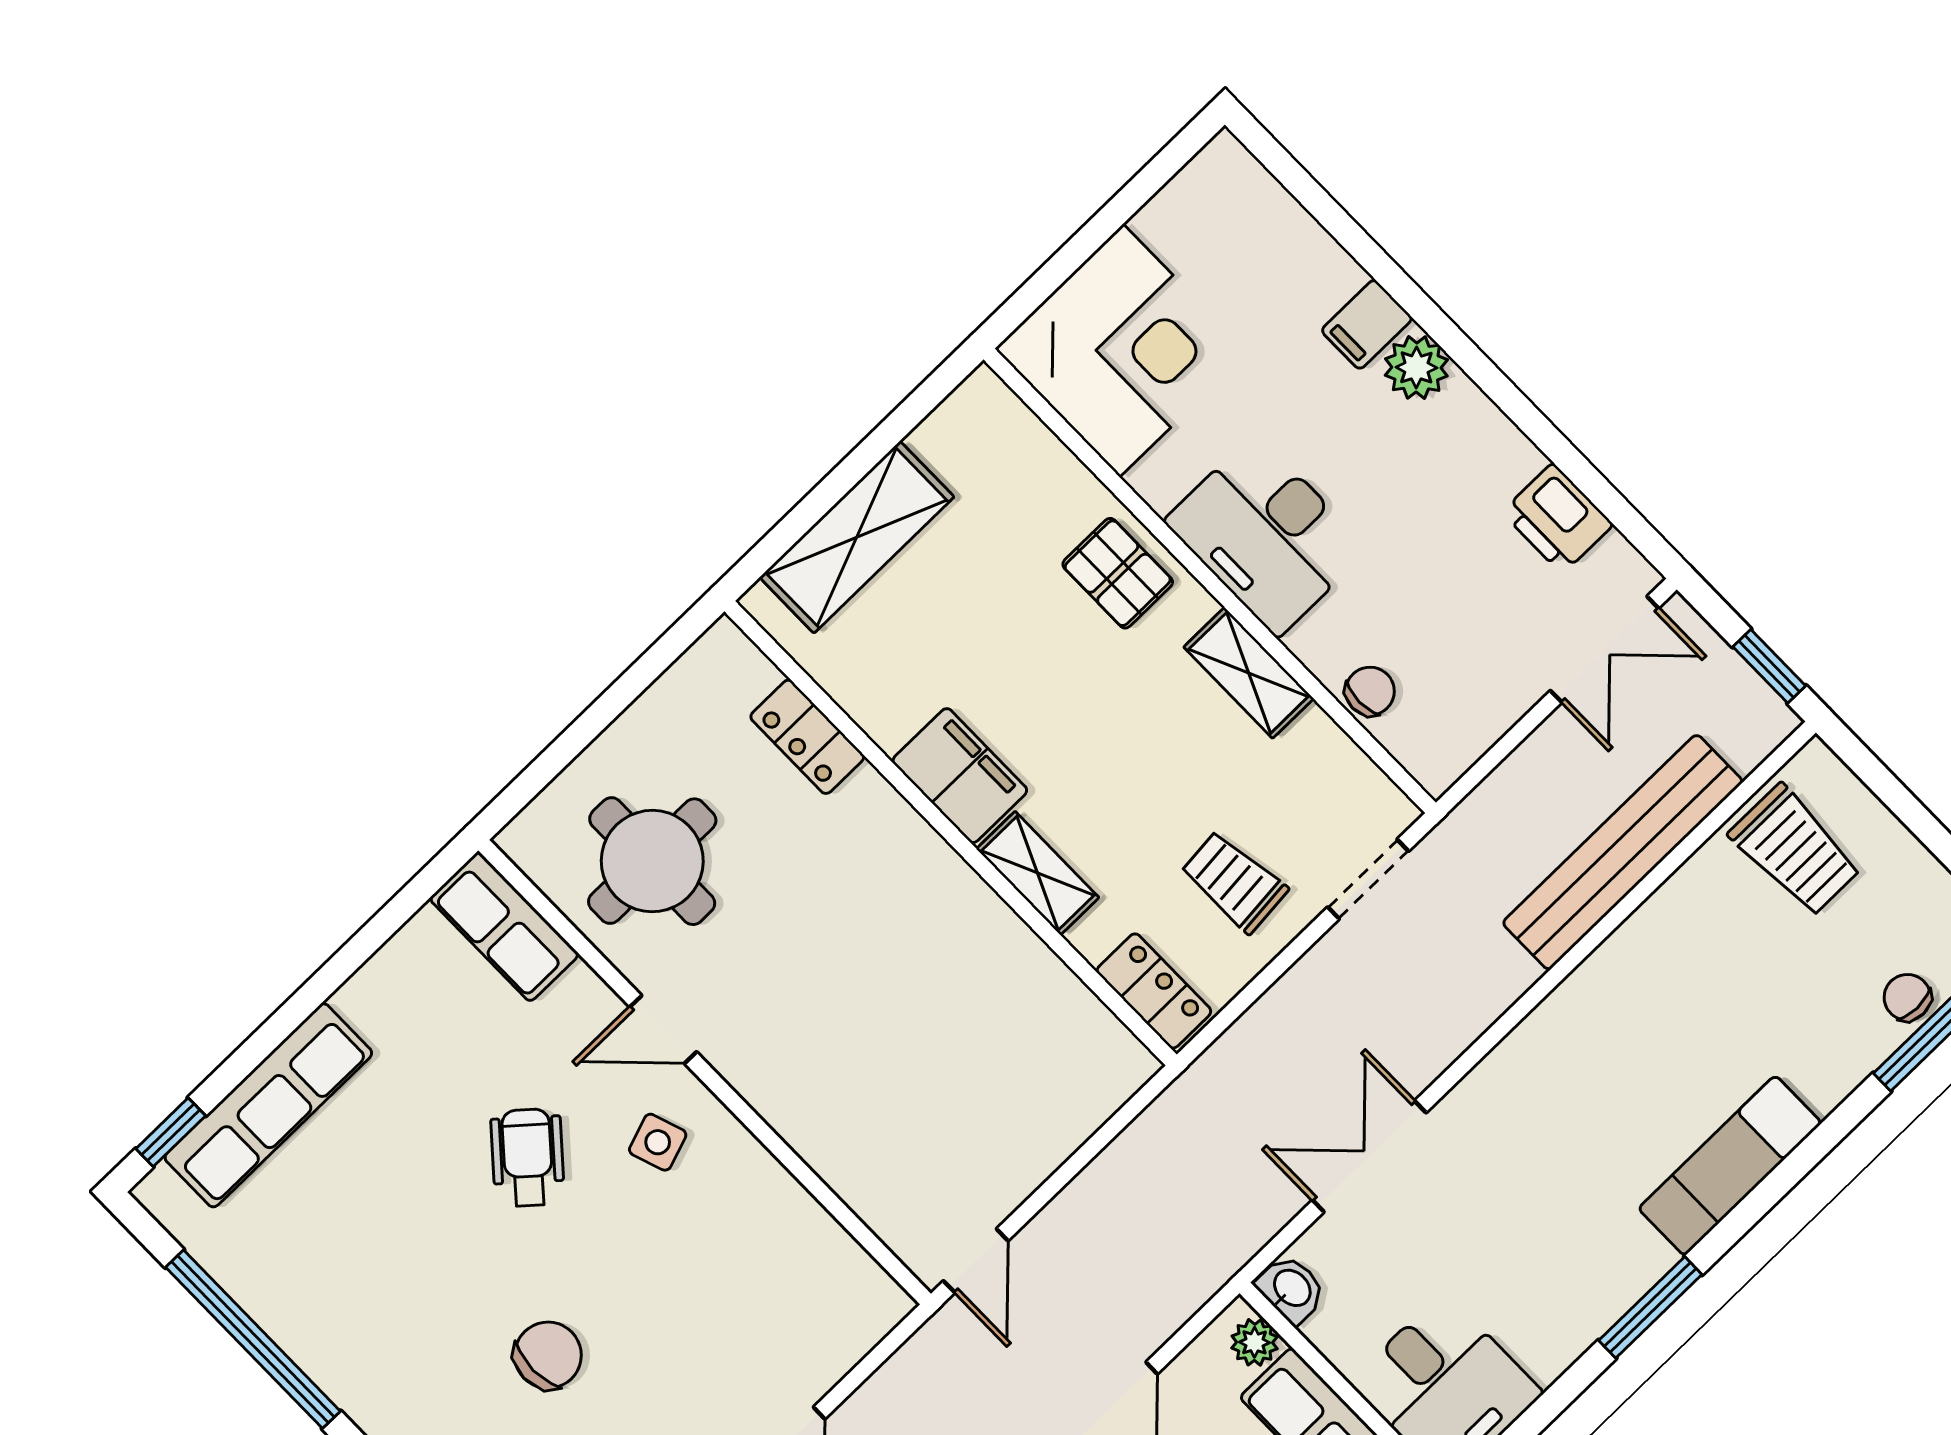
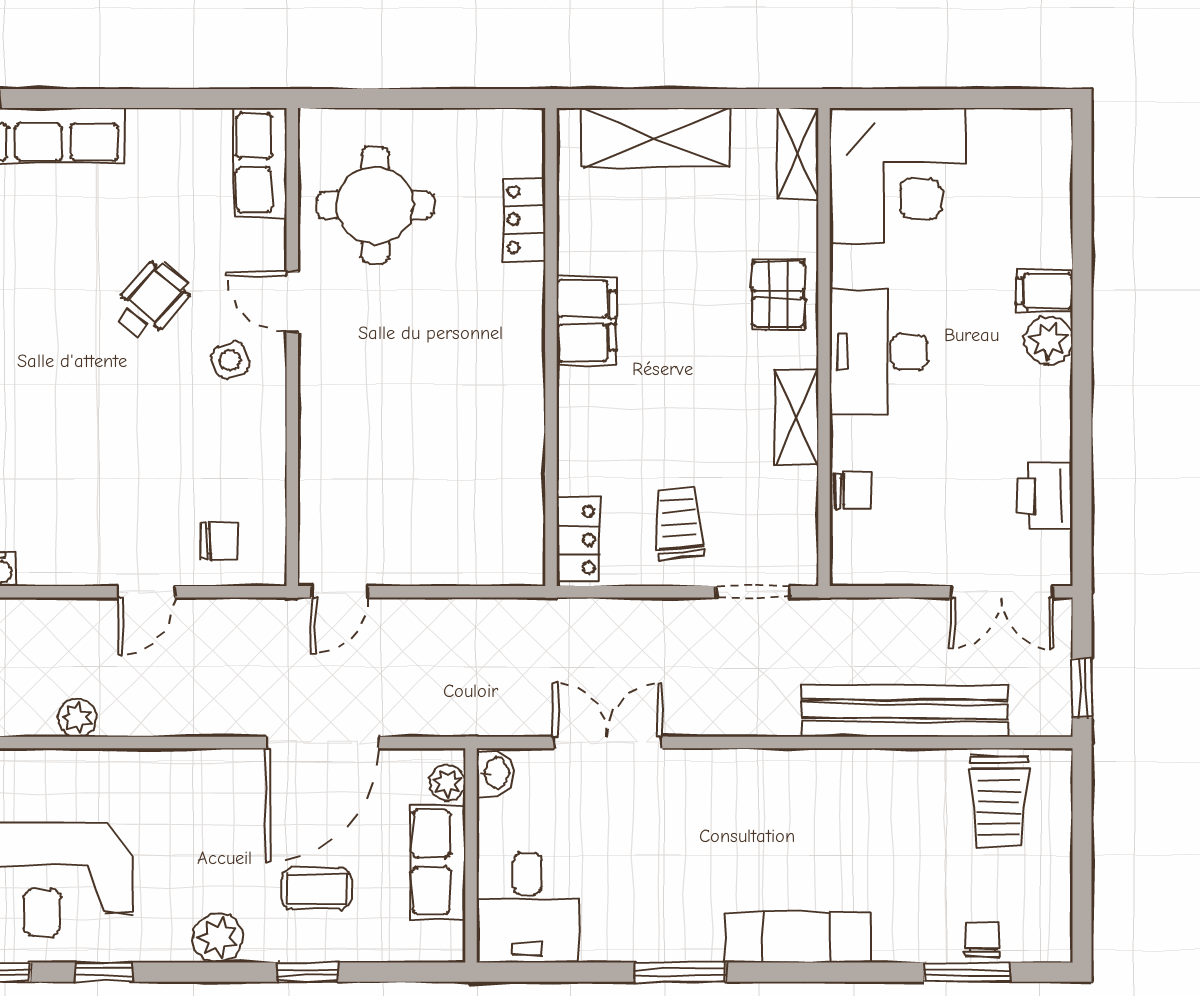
shelving: (1038, 873) -> (798, 153), moved
chair: (548, 1355) -> (220, 541), moved, width x0.73, depth x0.73

